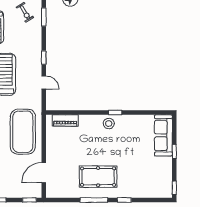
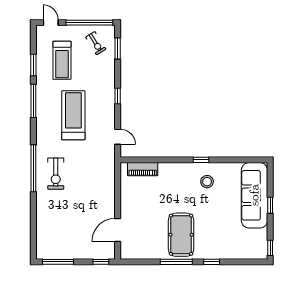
door: (44, 82) -> (118, 137), moved
stool: (109, 124) -> (207, 182), moved
exercise mat: (23, 132) -> (93, 182), removed
sofa: (163, 135) -> (254, 195), width x1.36, depth x1.27
pool table: (98, 177) -> (181, 235), turned 90

